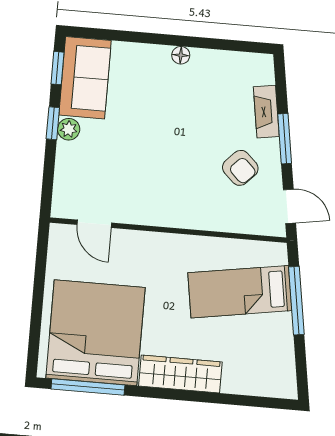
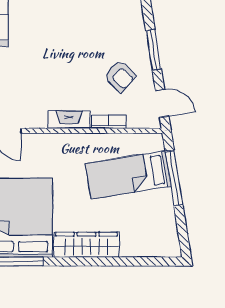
fireplace: (266, 112) -> (69, 120), moved, turned 99
bookcase: (221, 223) -> (108, 122), added

